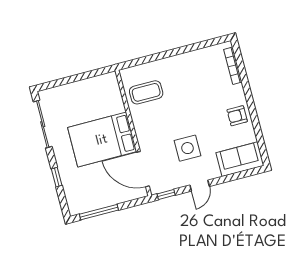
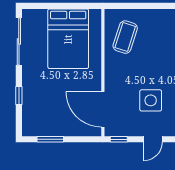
coffee table: (146, 92) -> (125, 37), turned -72
bed: (102, 140) -> (68, 39), moved, turned -90
window: (99, 212) -> (50, 139), width x0.69

